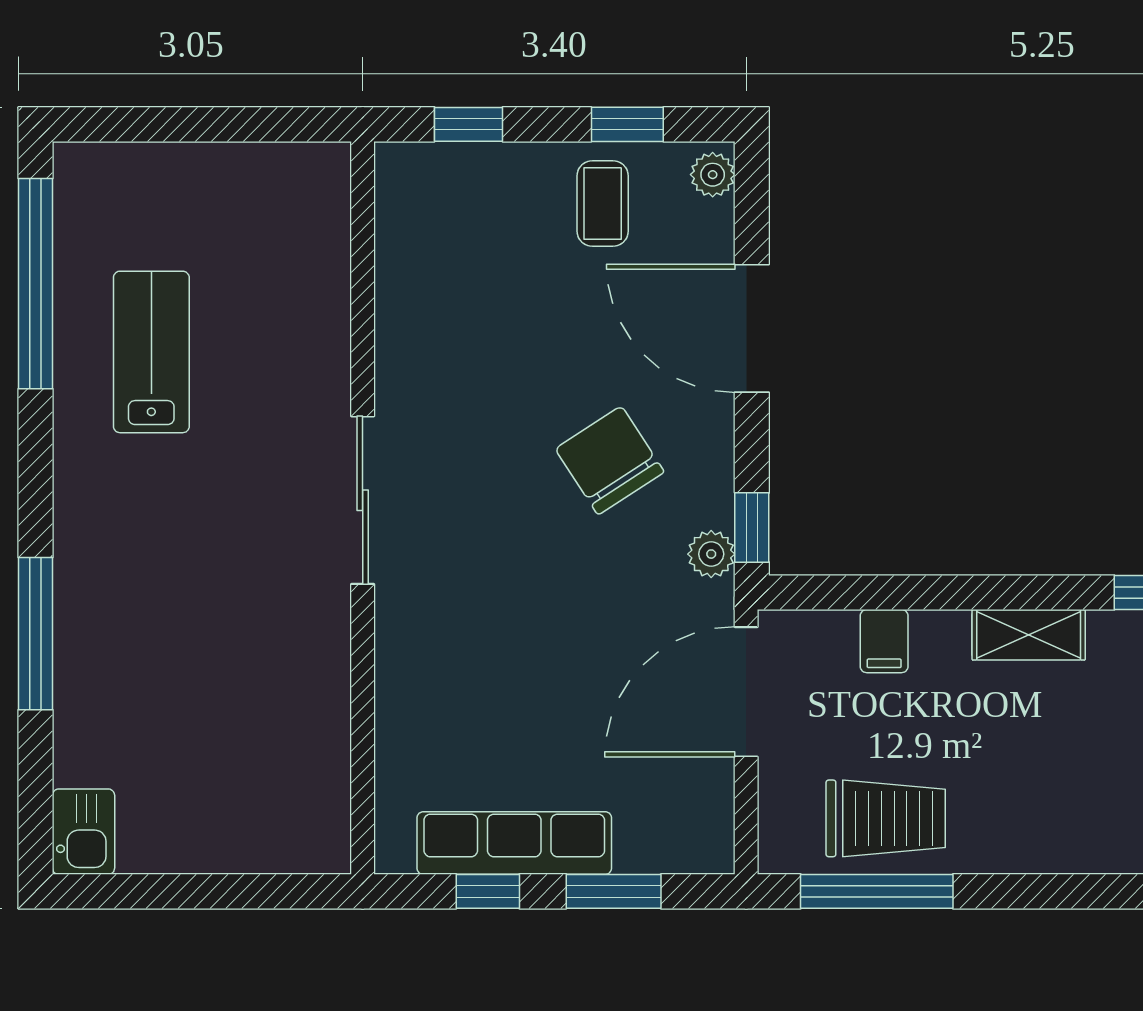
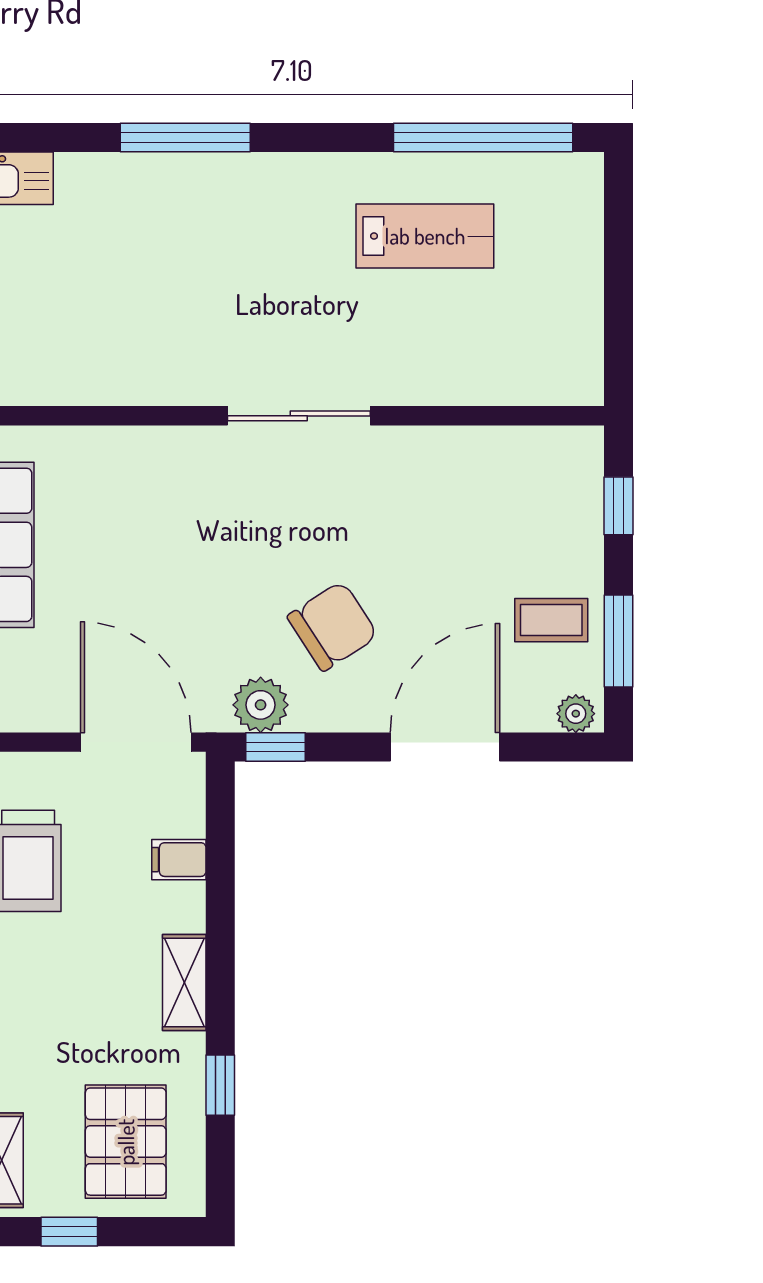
window: (627, 124) -> (619, 641), width x1.50
plant: (711, 554) -> (261, 705), width x1.38, depth x1.38

